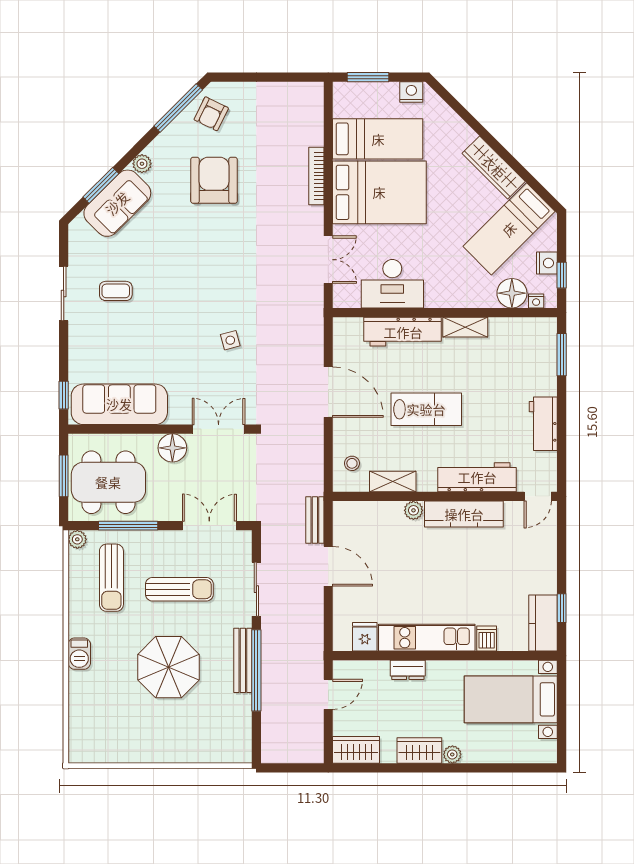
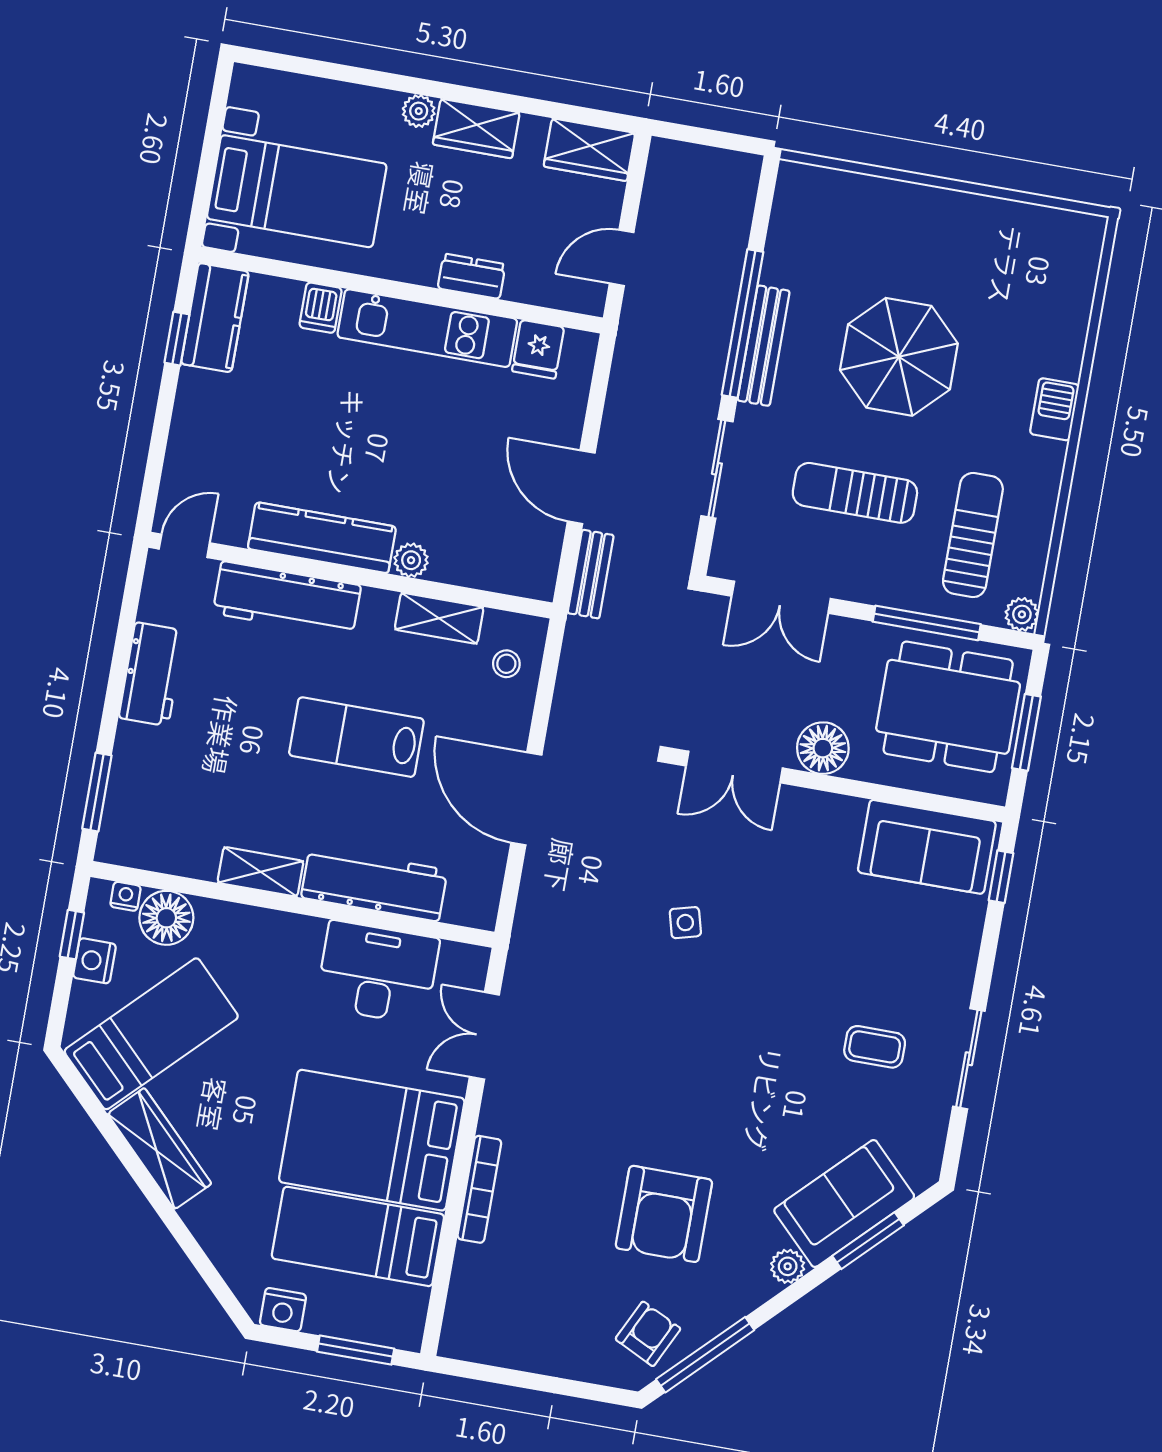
sofa: (119, 404) -> (927, 847), width x0.73

